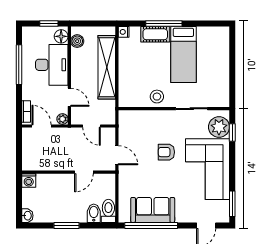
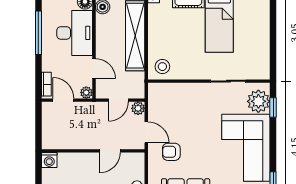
stool: (157, 97) -> (162, 67), moved
door: (92, 126) -> (118, 100), hinge flipped
plant: (109, 133) -> (138, 108), added
armchair: (166, 152) -> (171, 152), moved

